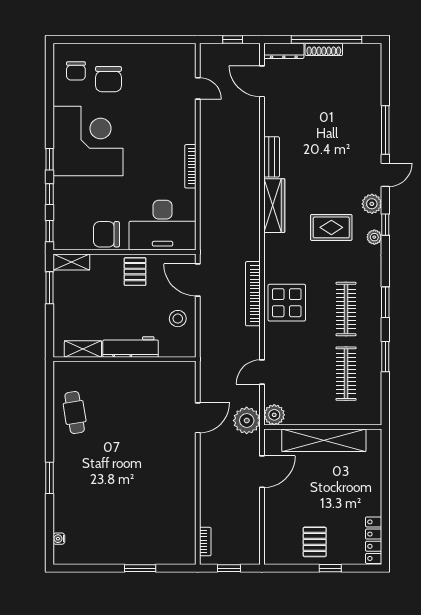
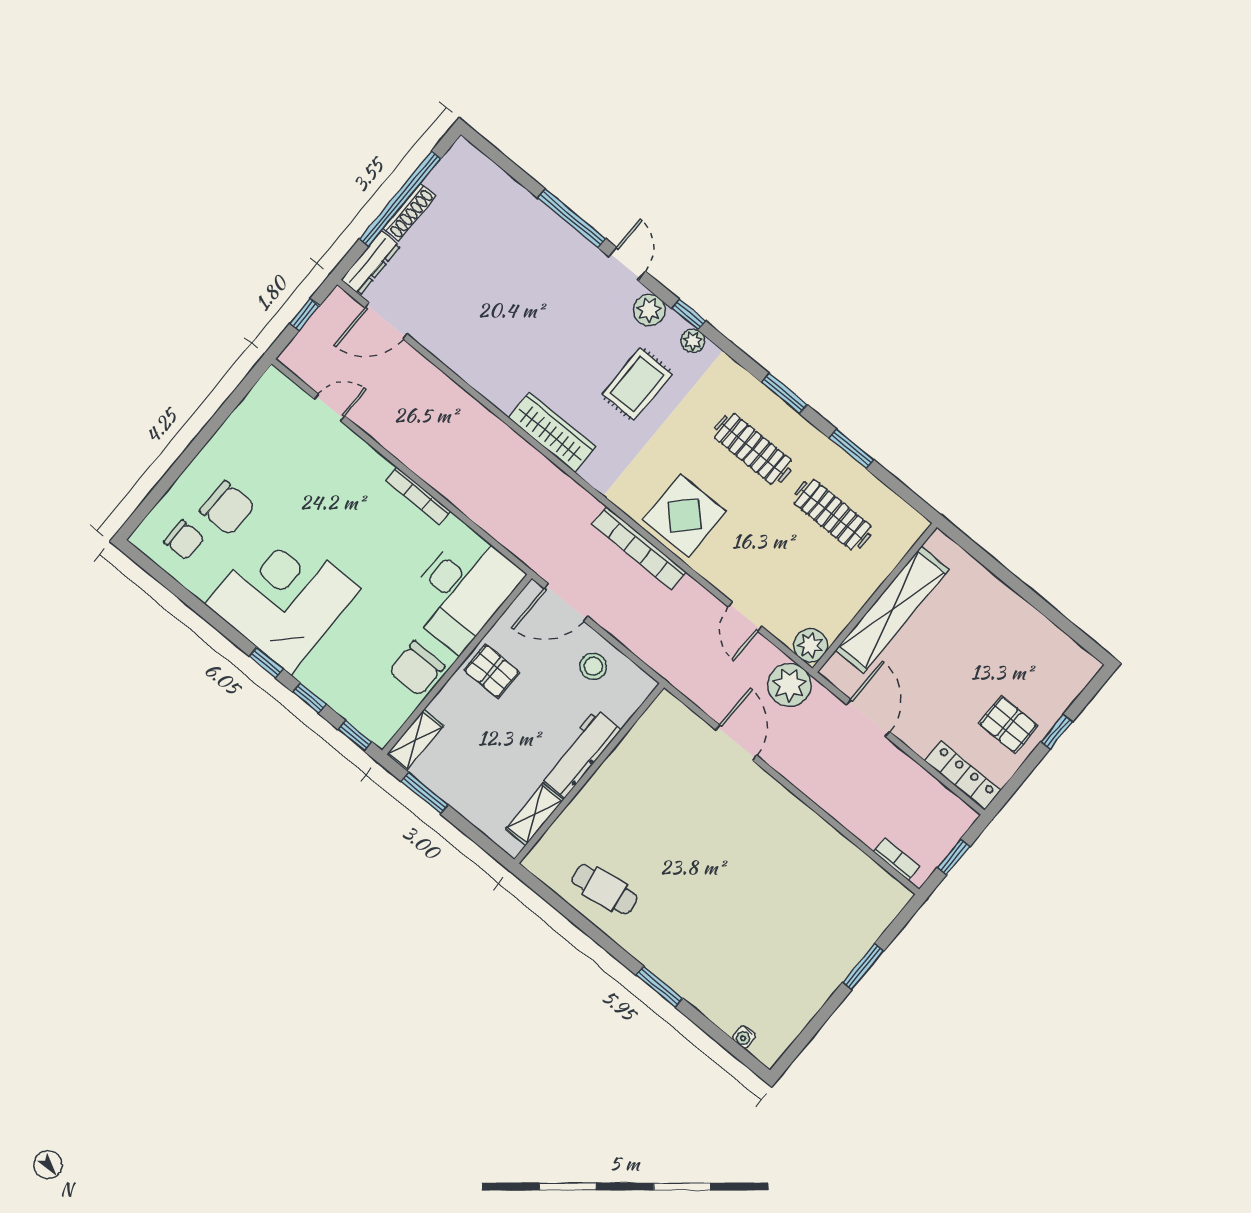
bench: (272, 157) -> (489, 386), removed
locker: (374, 540) -> (963, 776), moved, turned 180

